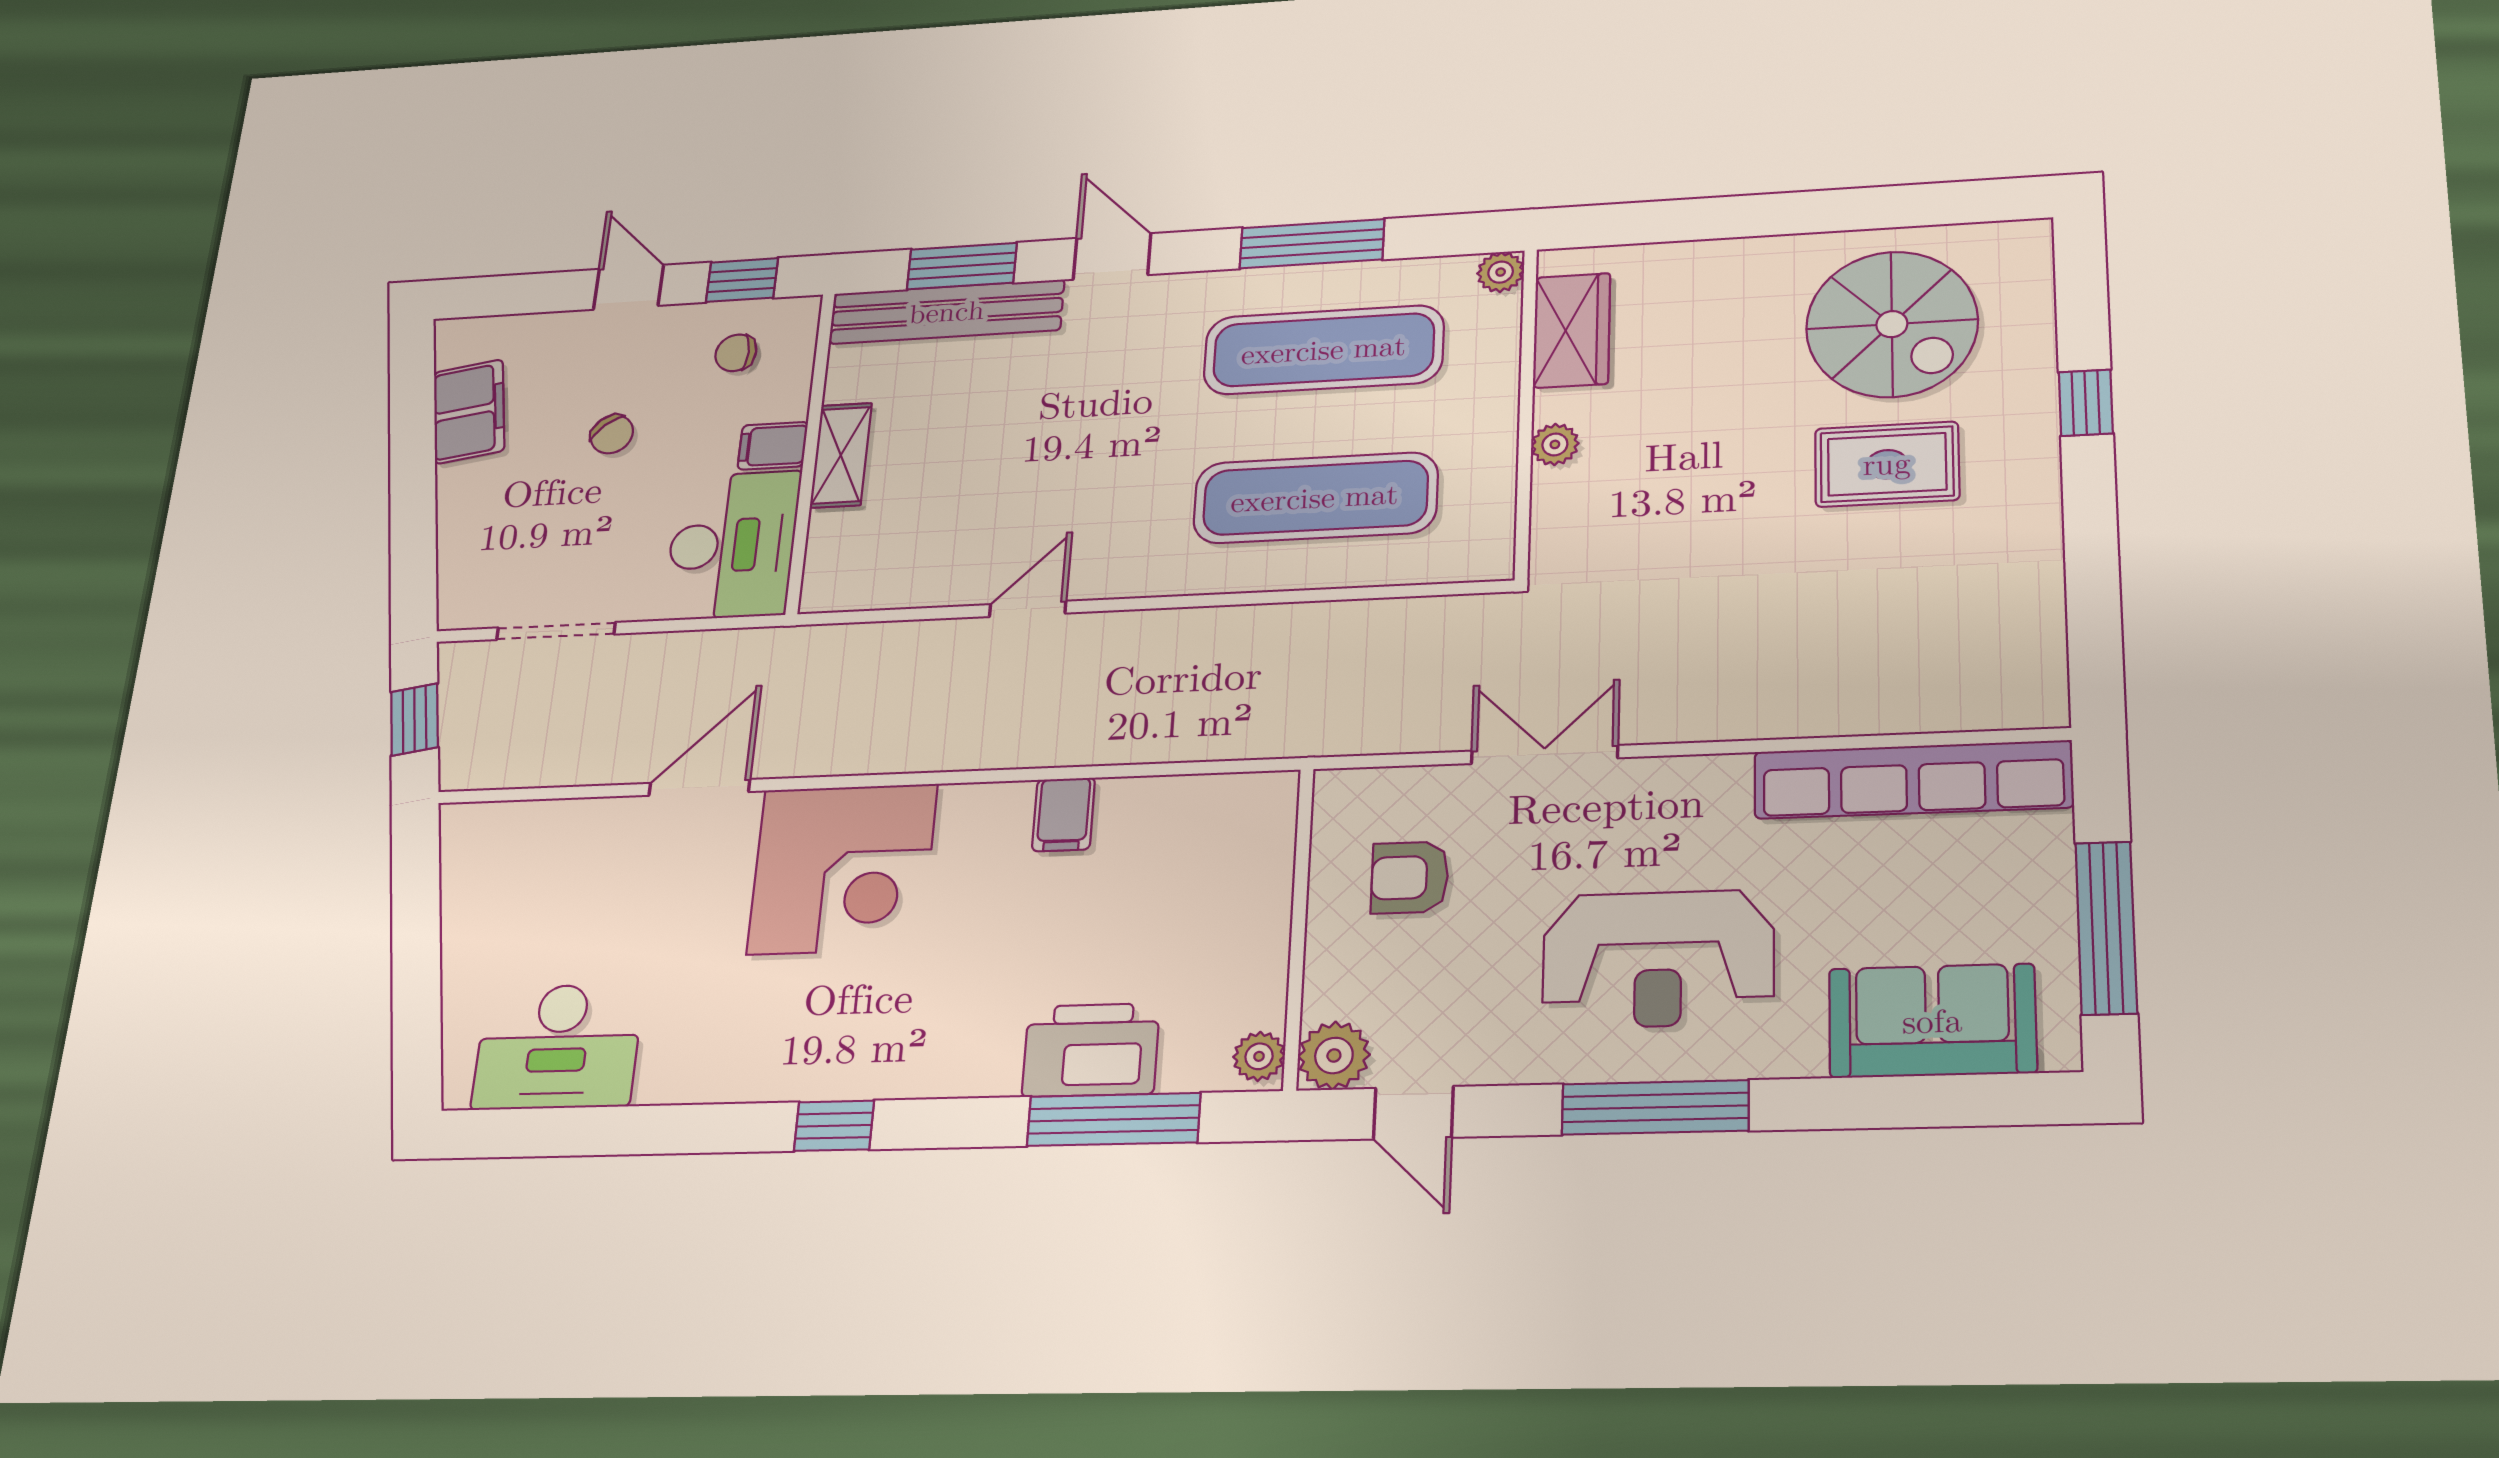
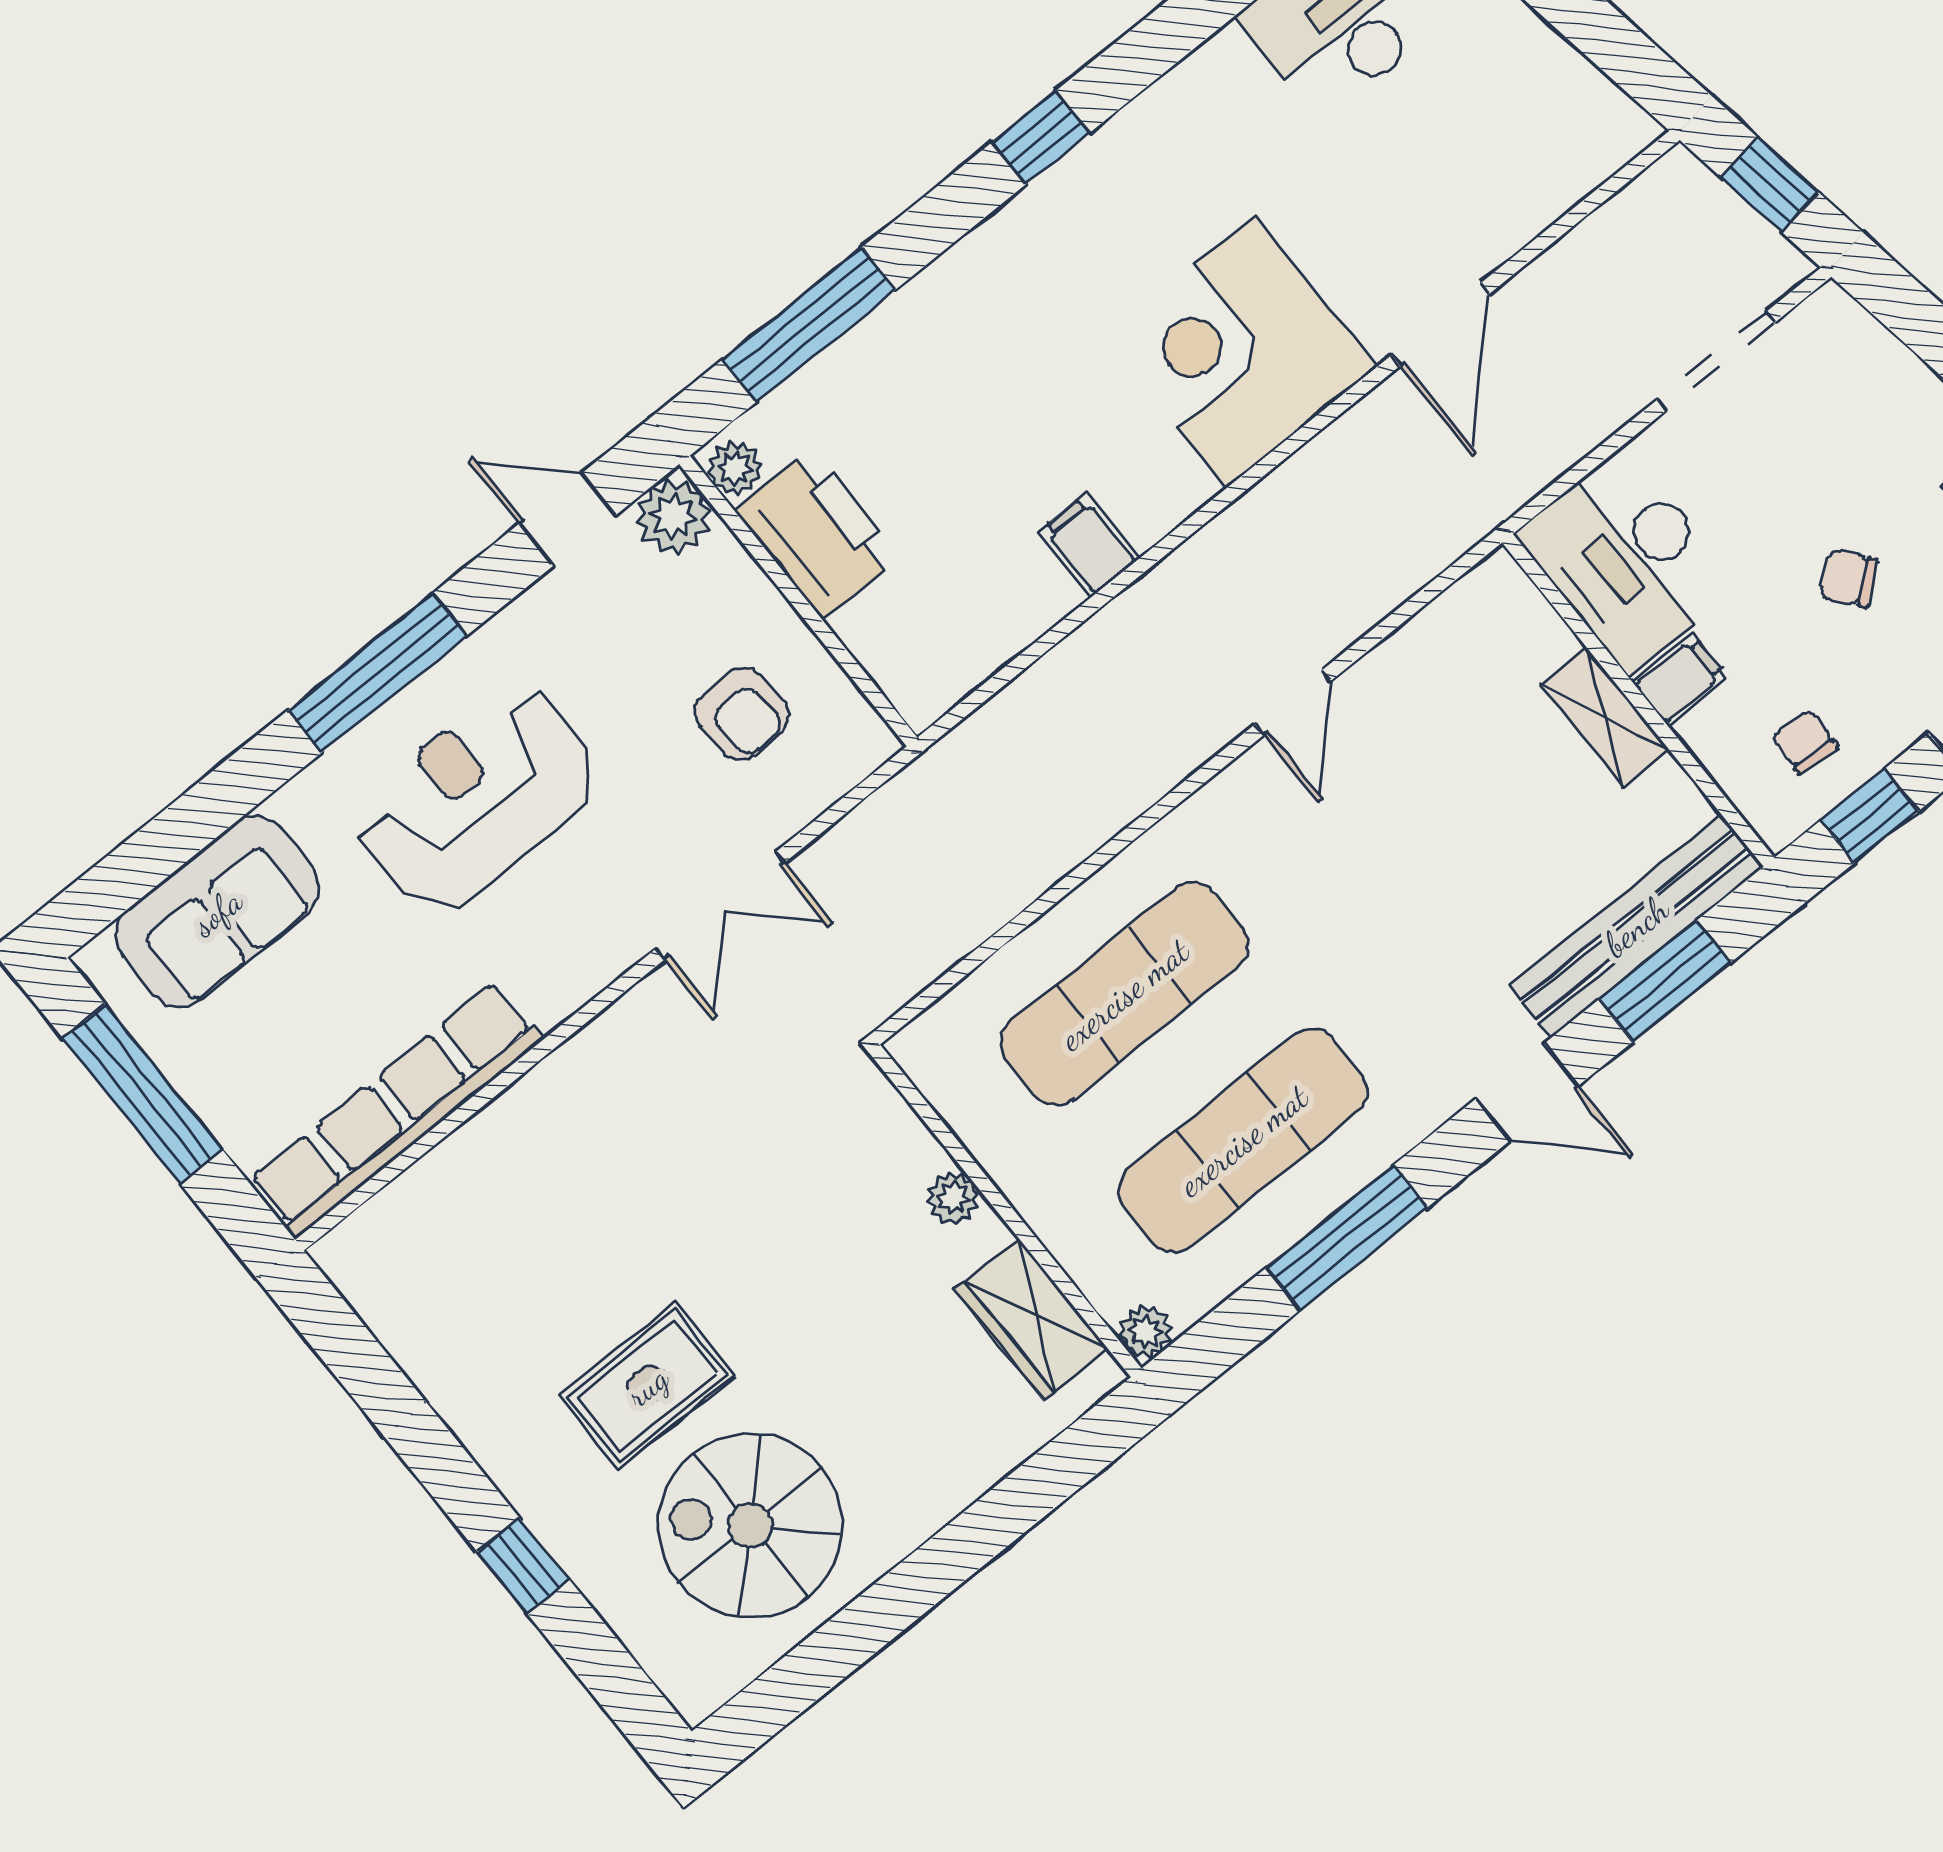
chair: (736, 353) -> (1805, 742), turned -87
armchair: (1410, 877) -> (742, 714), turned 88
printer: (1091, 1050) -> (817, 534), moved, turned -90

